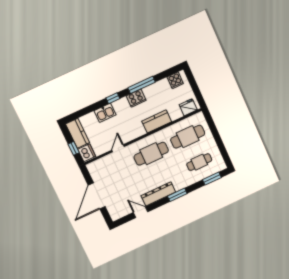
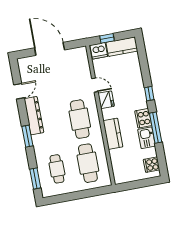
fridge: (188, 107) -> (106, 100), moved
kitchen sink: (105, 113) -> (147, 138), moved

